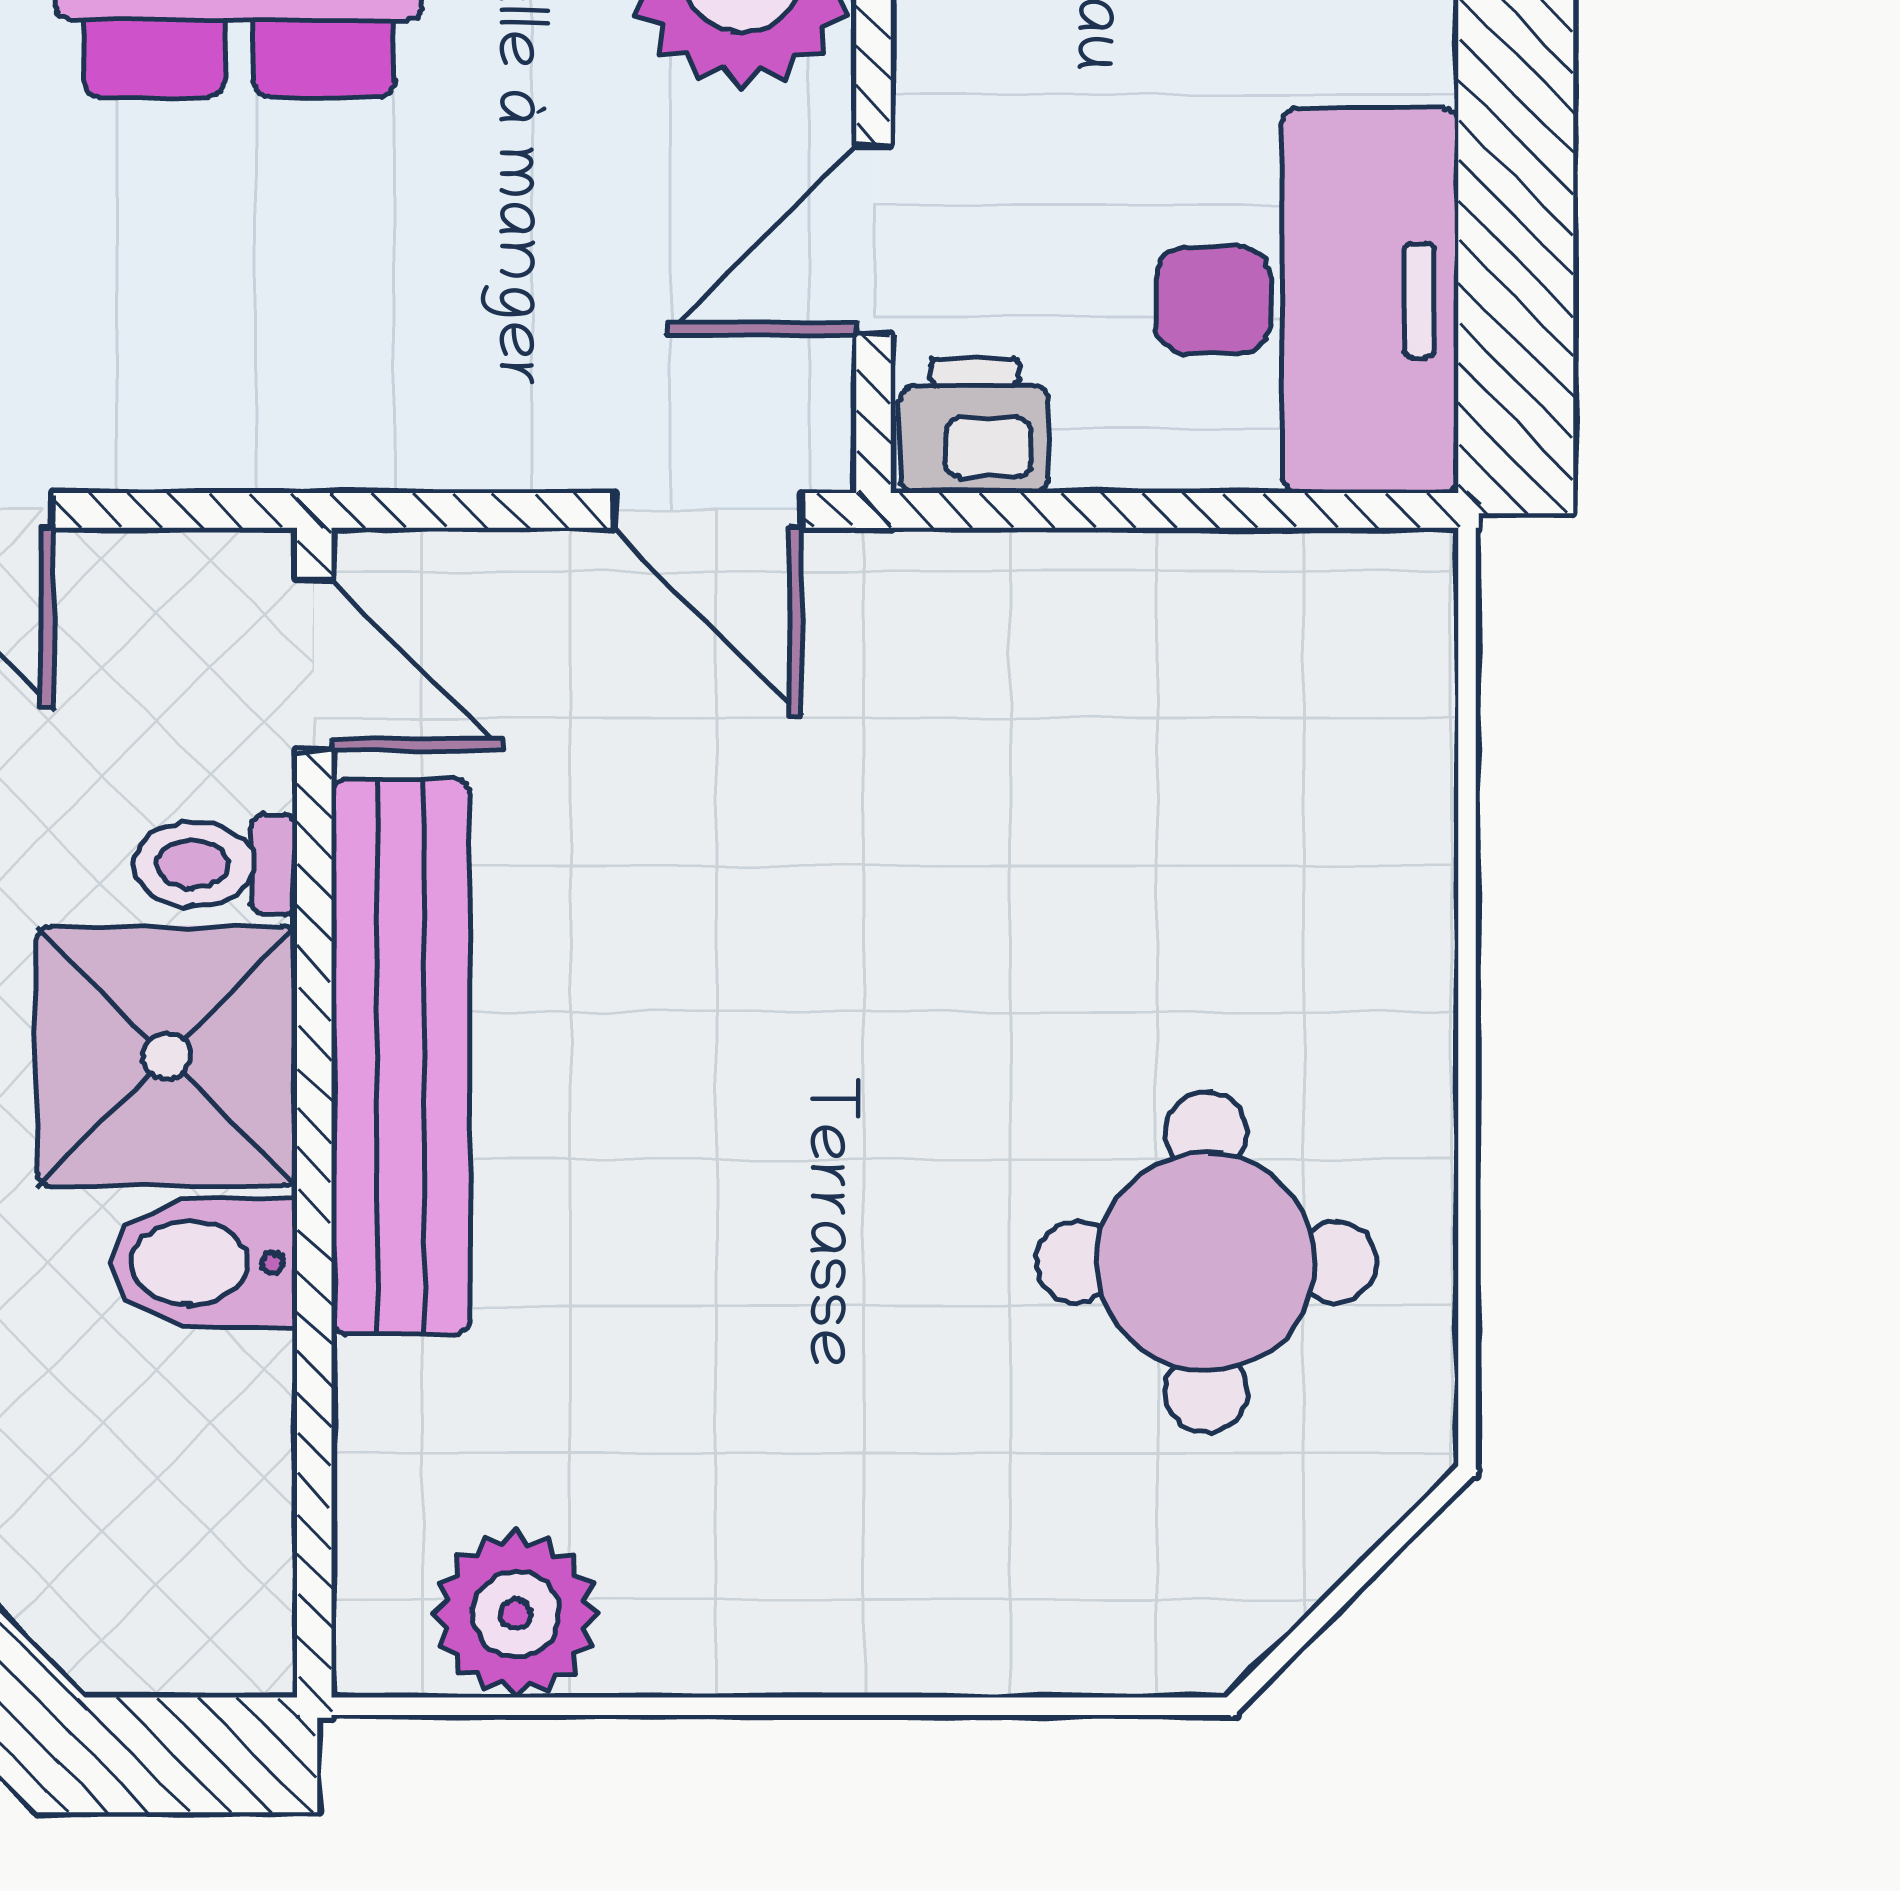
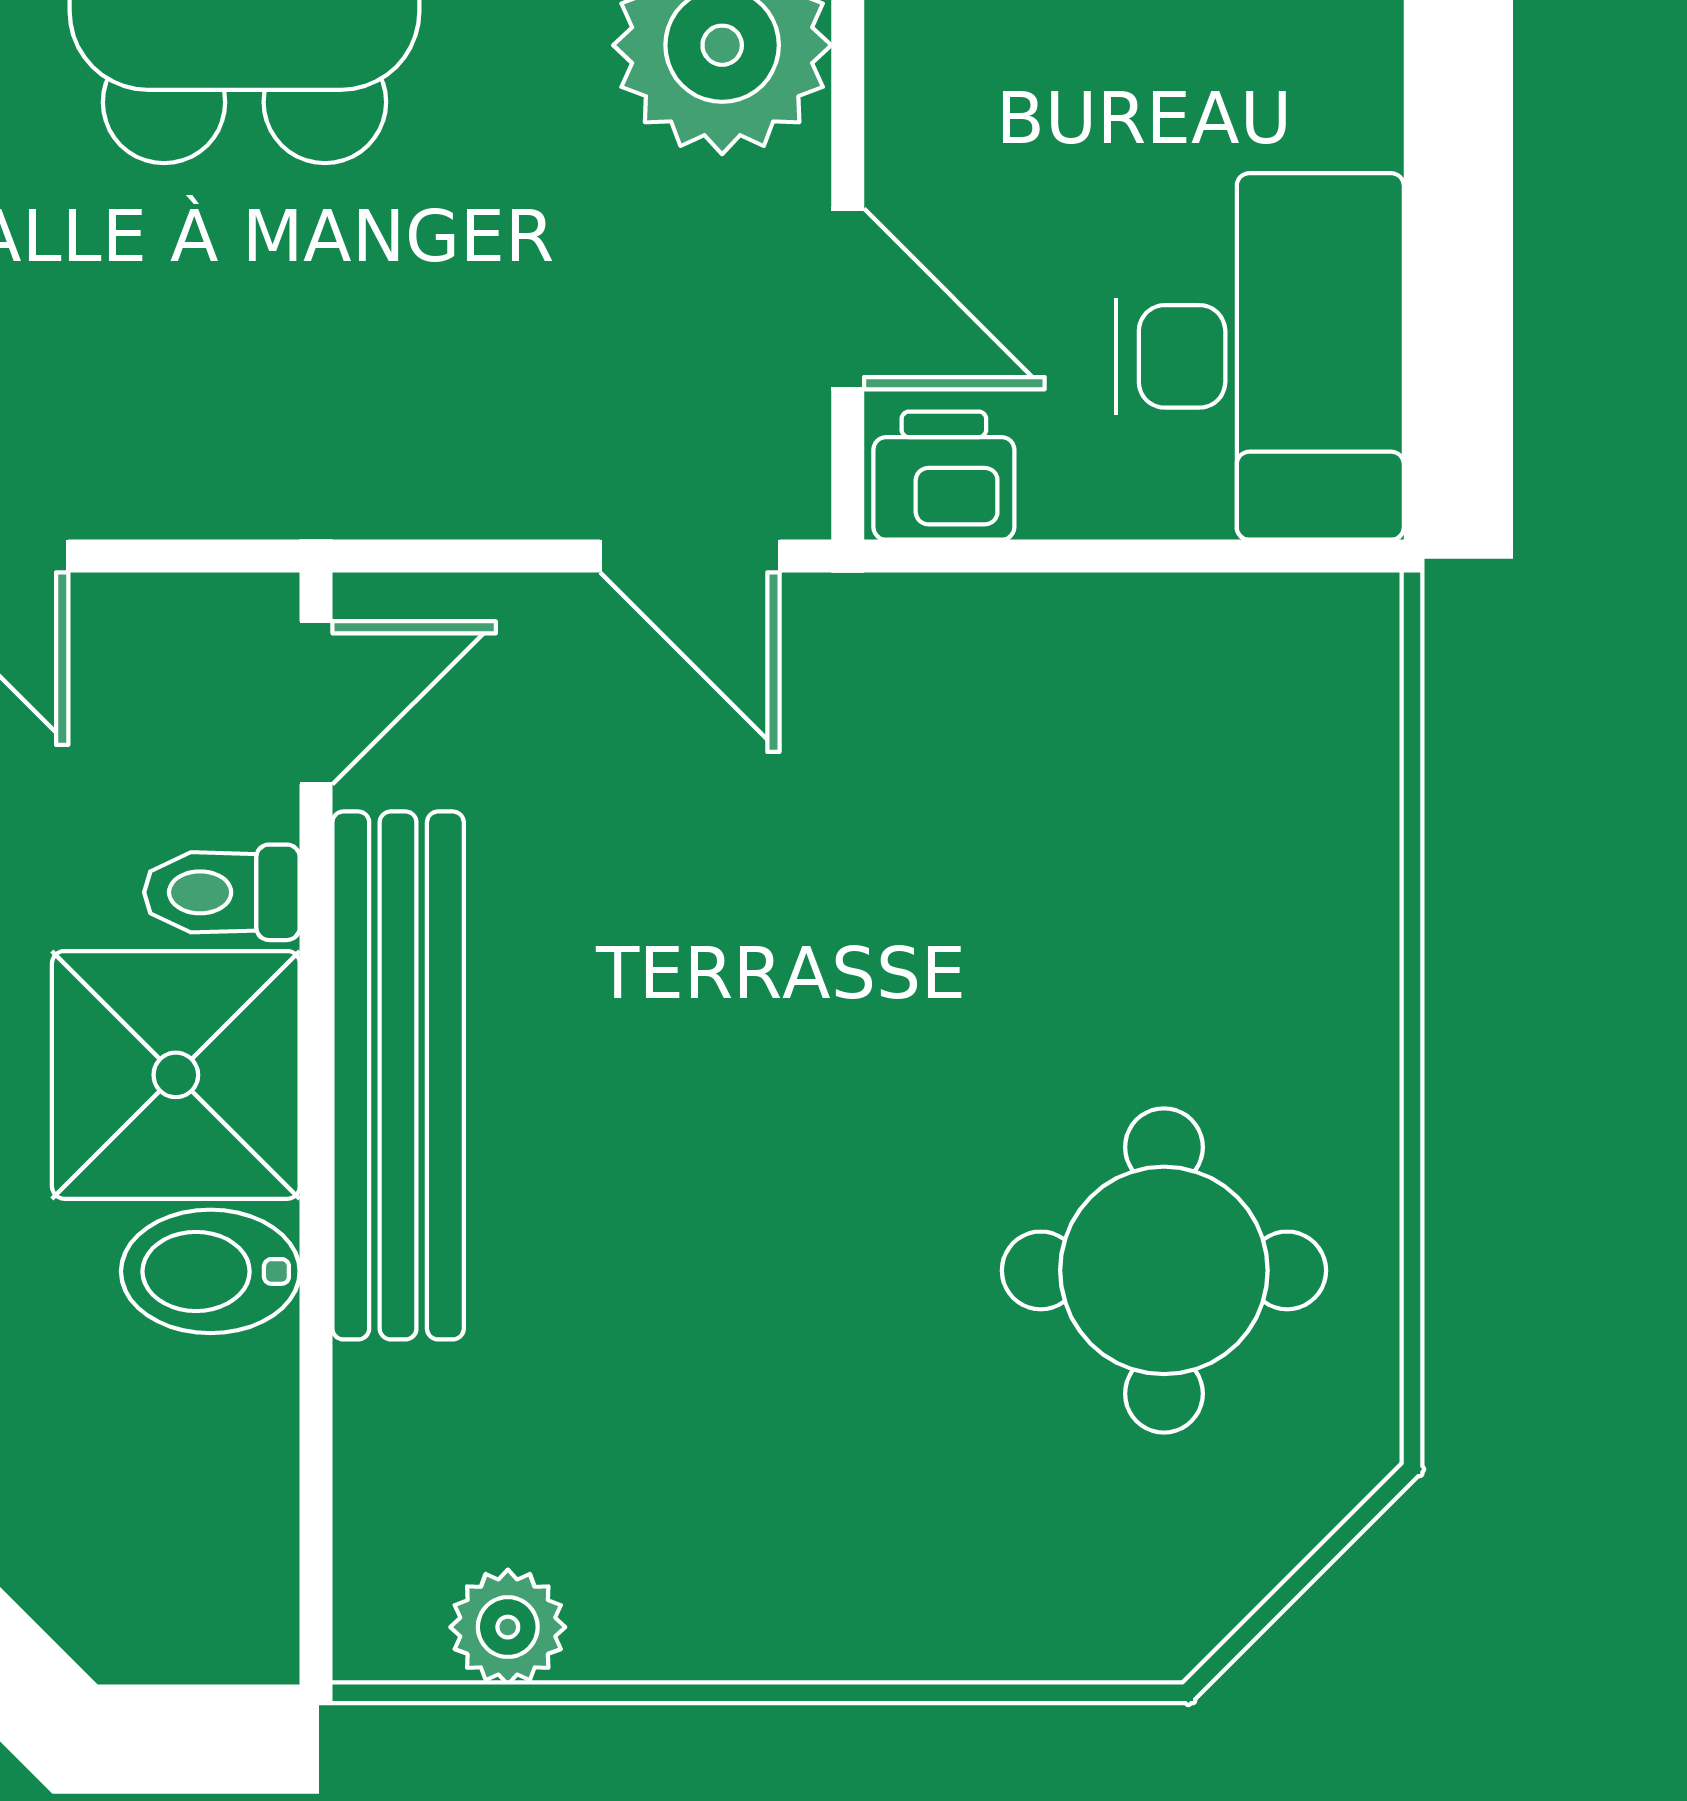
door: (873, 240) -> (848, 299), swing flipped
door: (314, 665) -> (316, 703), hinge flipped
plant: (516, 1614) -> (508, 1627), width x0.73, depth x0.73

